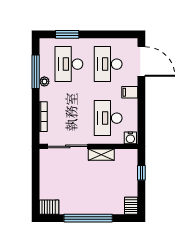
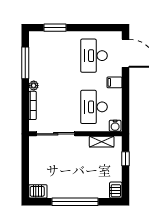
desk: (69, 64) -> (57, 56), removed
plant: (44, 81) -> (34, 86), moved
shelving: (101, 155) -> (102, 142), moved

